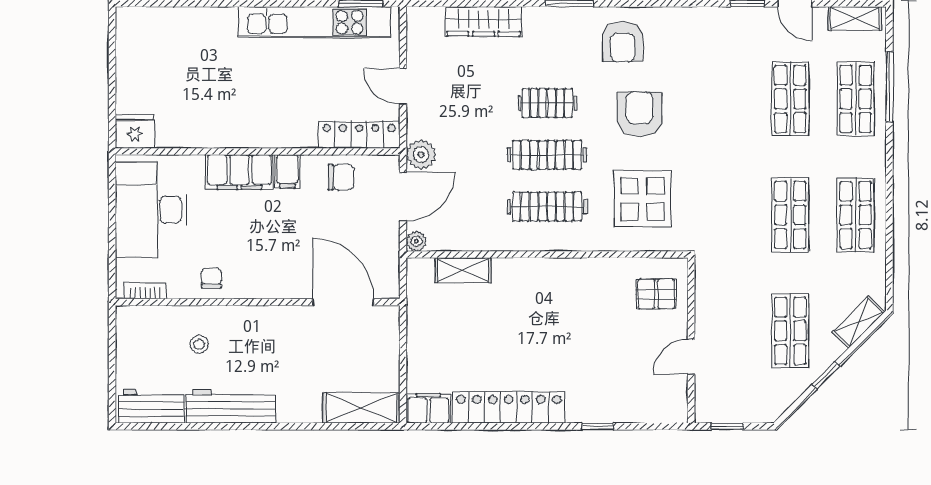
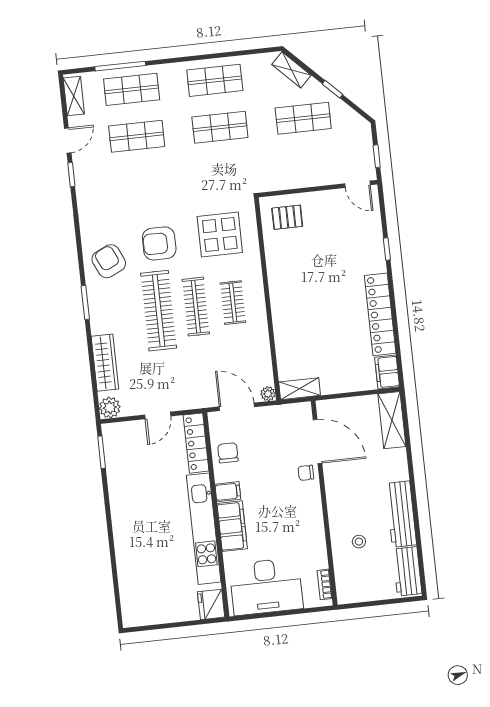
kitchen unit: (314, 22) -> (204, 529), moved, turned 180
armchair: (623, 42) -> (109, 261), turned -114
clothes rail: (547, 103) -> (159, 311), width x1.86, depth x1.31
plant: (421, 155) -> (110, 408), moved
clothes rail: (547, 207) -> (233, 303), width x0.73
shelving: (463, 270) -> (300, 389), moved, turned 90
chair: (211, 278) -> (306, 473), moved
pallet: (656, 294) -> (287, 217), turned 90
door: (343, 302) -> (317, 441), swing flipped
door: (691, 357) -> (358, 184), moved

